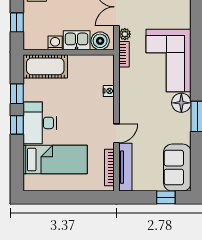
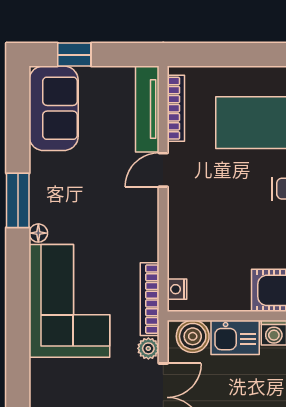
bookcase: (124, 54) -> (150, 299), width x1.56
nightstand: (109, 91) -> (177, 289), moved
floor lamp: (181, 103) -> (38, 233), width x0.53, depth x0.53

